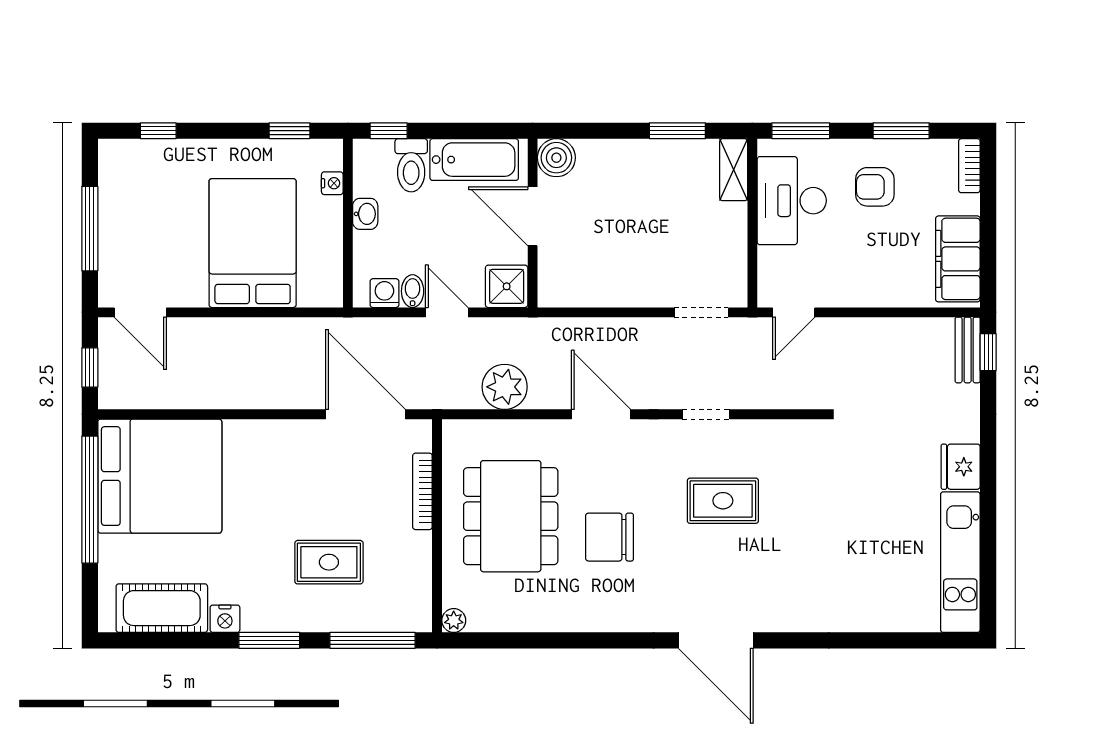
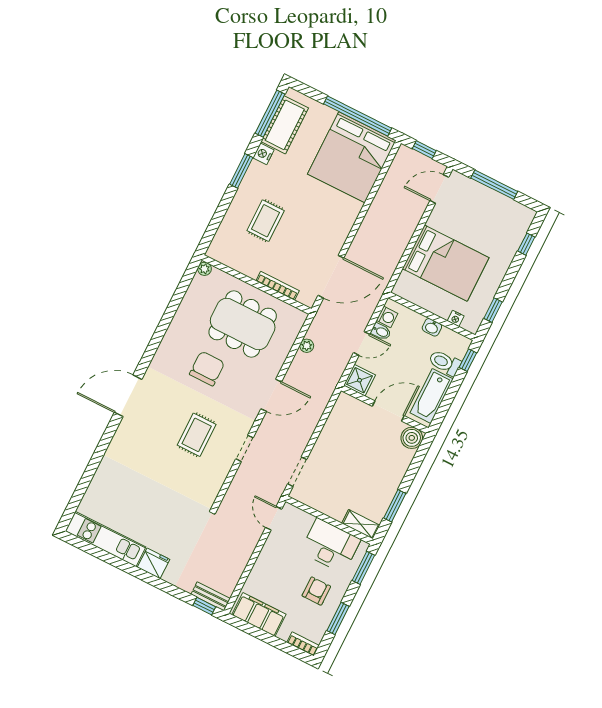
plant: (505, 387) -> (307, 346), width x0.53, depth x0.53
window: (372, 640) -> (270, 114), moved

